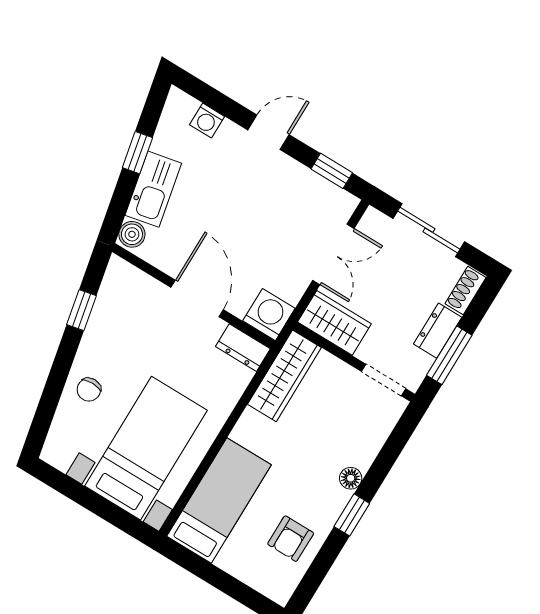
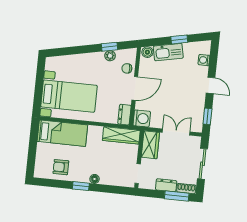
double door: (333, 254) -> (176, 132), swing flipped
plant: (101, 318) -> (110, 56), added
window: (449, 355) -> (177, 196), moved
chair: (89, 390) -> (127, 68), moved

